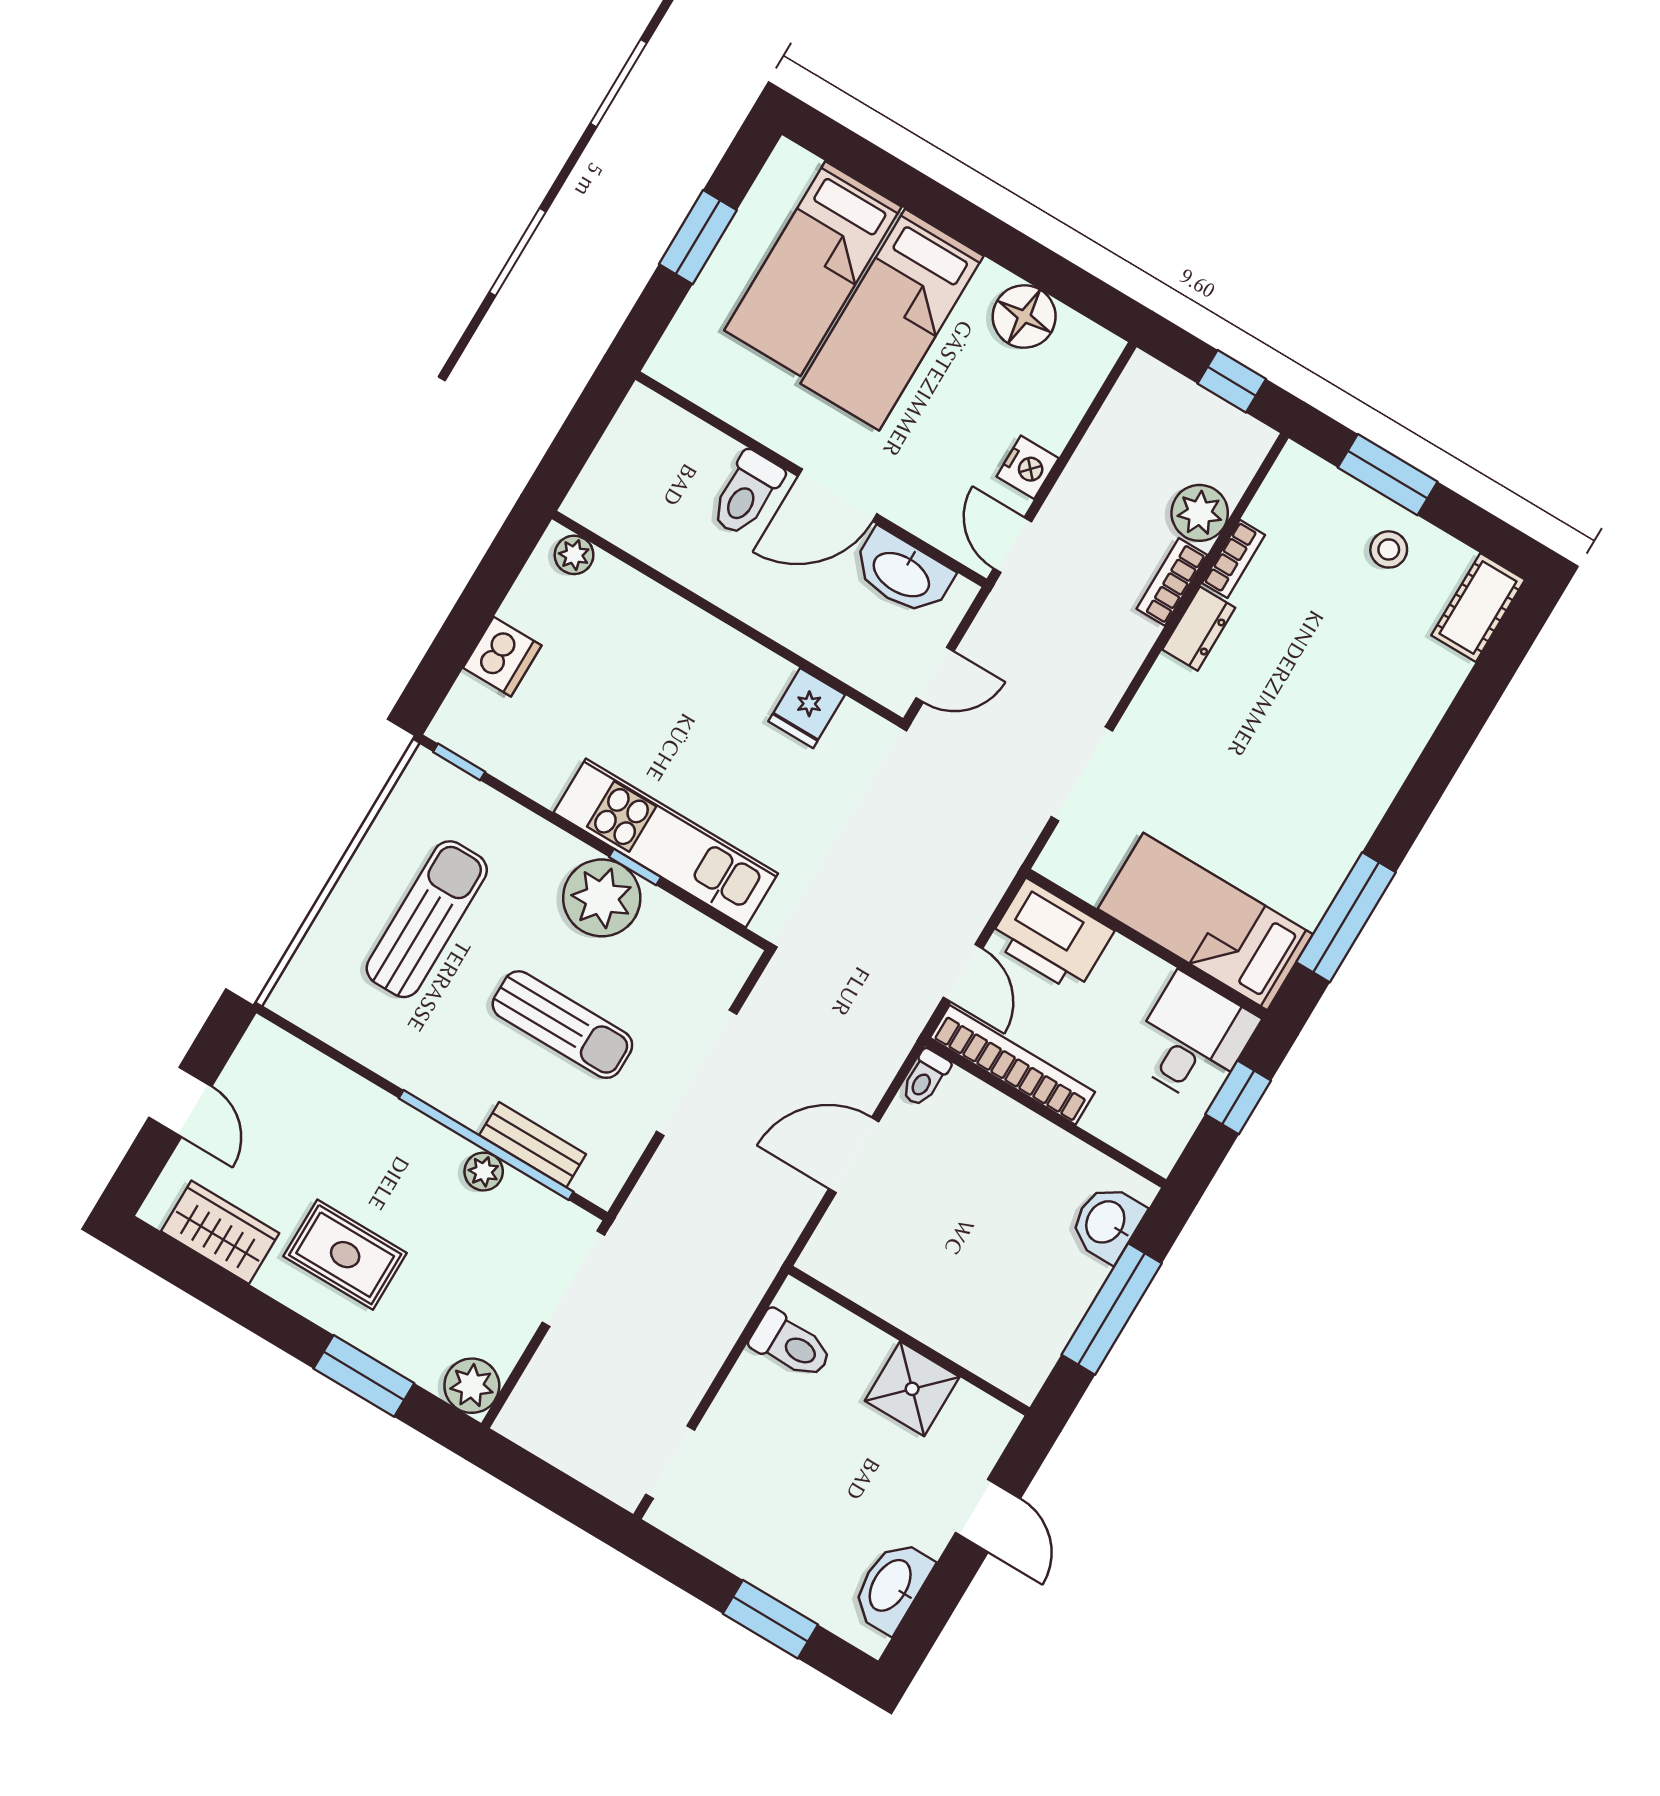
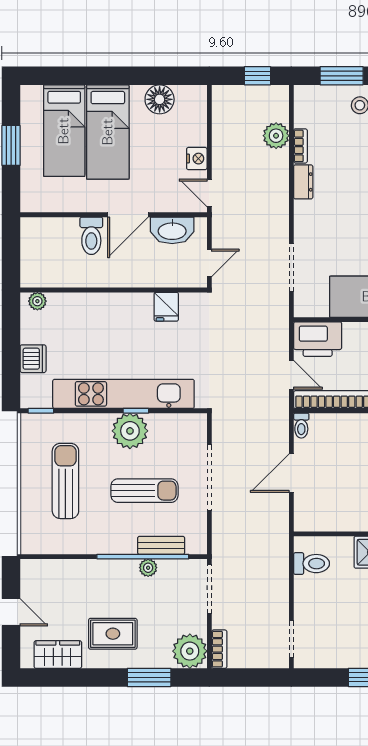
bookcase: (1172, 582) -> (219, 649), moved, turned 180
kitchen unit: (666, 843) -> (123, 394), width x1.36
plant: (472, 1386) -> (190, 651), width x1.36, depth x1.36

